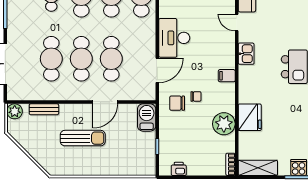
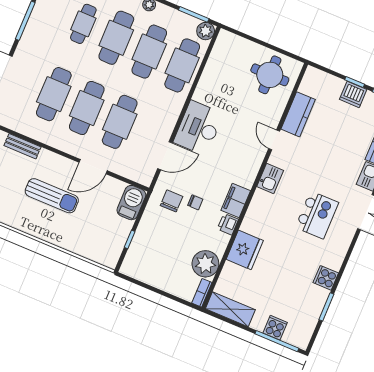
filing cabinet: (227, 76) -> (236, 201), width x2.00
chair: (177, 103) -> (171, 201), turned 90
plant: (224, 124) -> (205, 264), moved
printer: (179, 169) -> (228, 224), moved, turned -90

